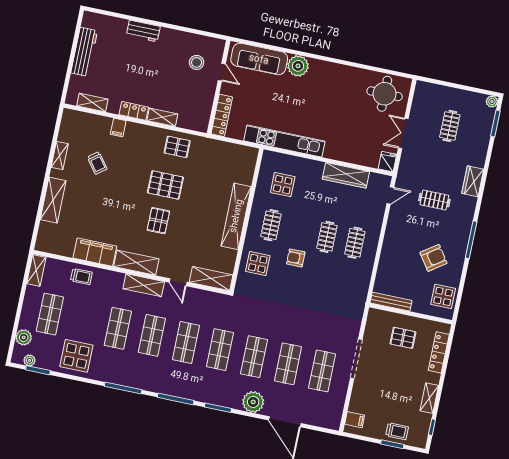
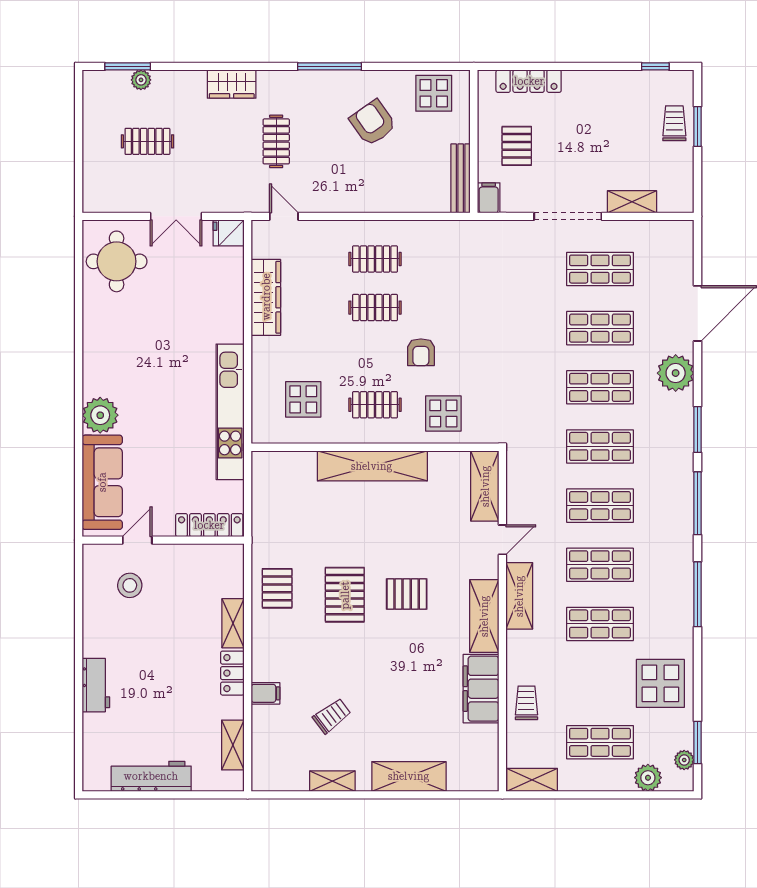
plant: (492, 102) -> (141, 80), moved
shelving: (429, 398) -> (632, 202), moved
filing cabinet: (355, 420) -> (489, 198), moved

